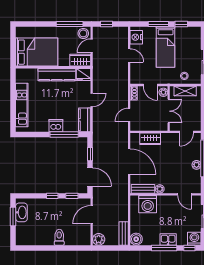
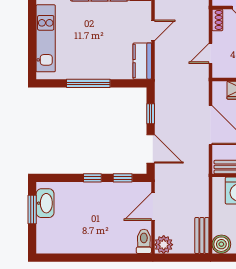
dishwasher: (56, 126) -> (98, 70), removed
window: (64, 134) -> (88, 83), moved
toilet: (59, 237) -> (144, 241), moved

